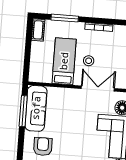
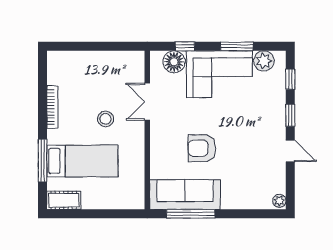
bed: (64, 61) -> (82, 161), moved, turned 180
double door: (98, 89) -> (147, 102), width x0.73
armchair: (43, 147) -> (202, 148), moved

